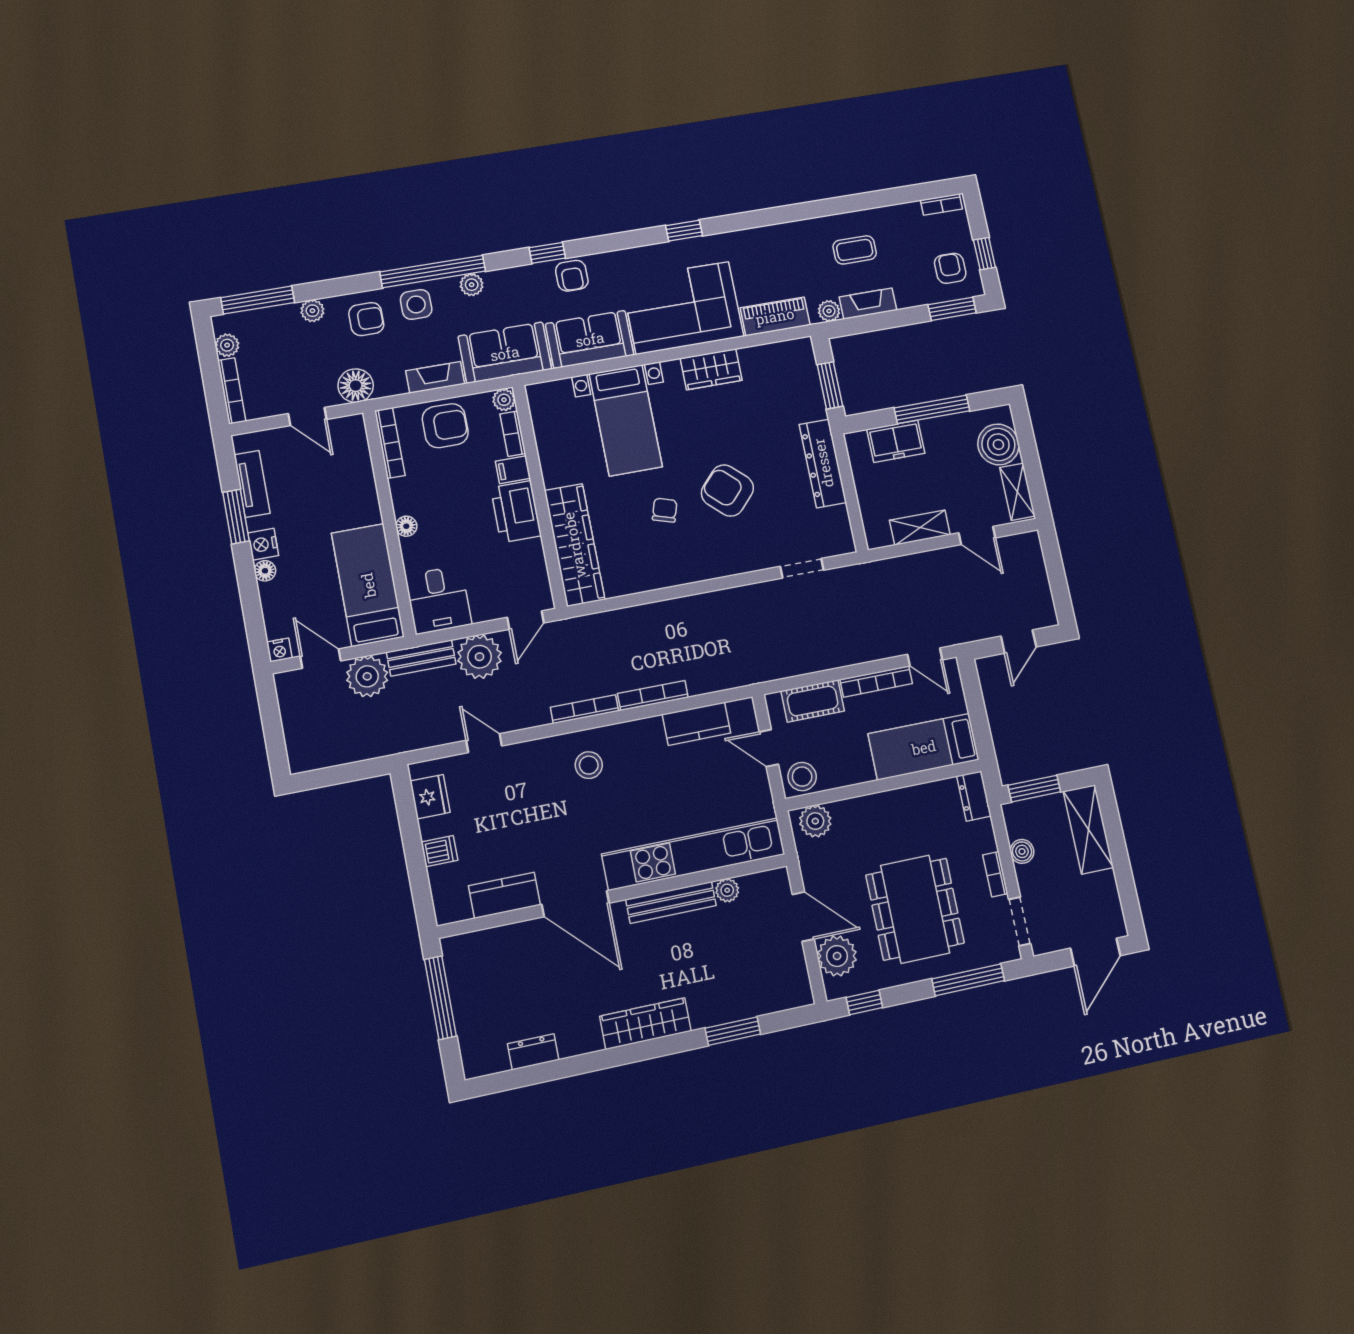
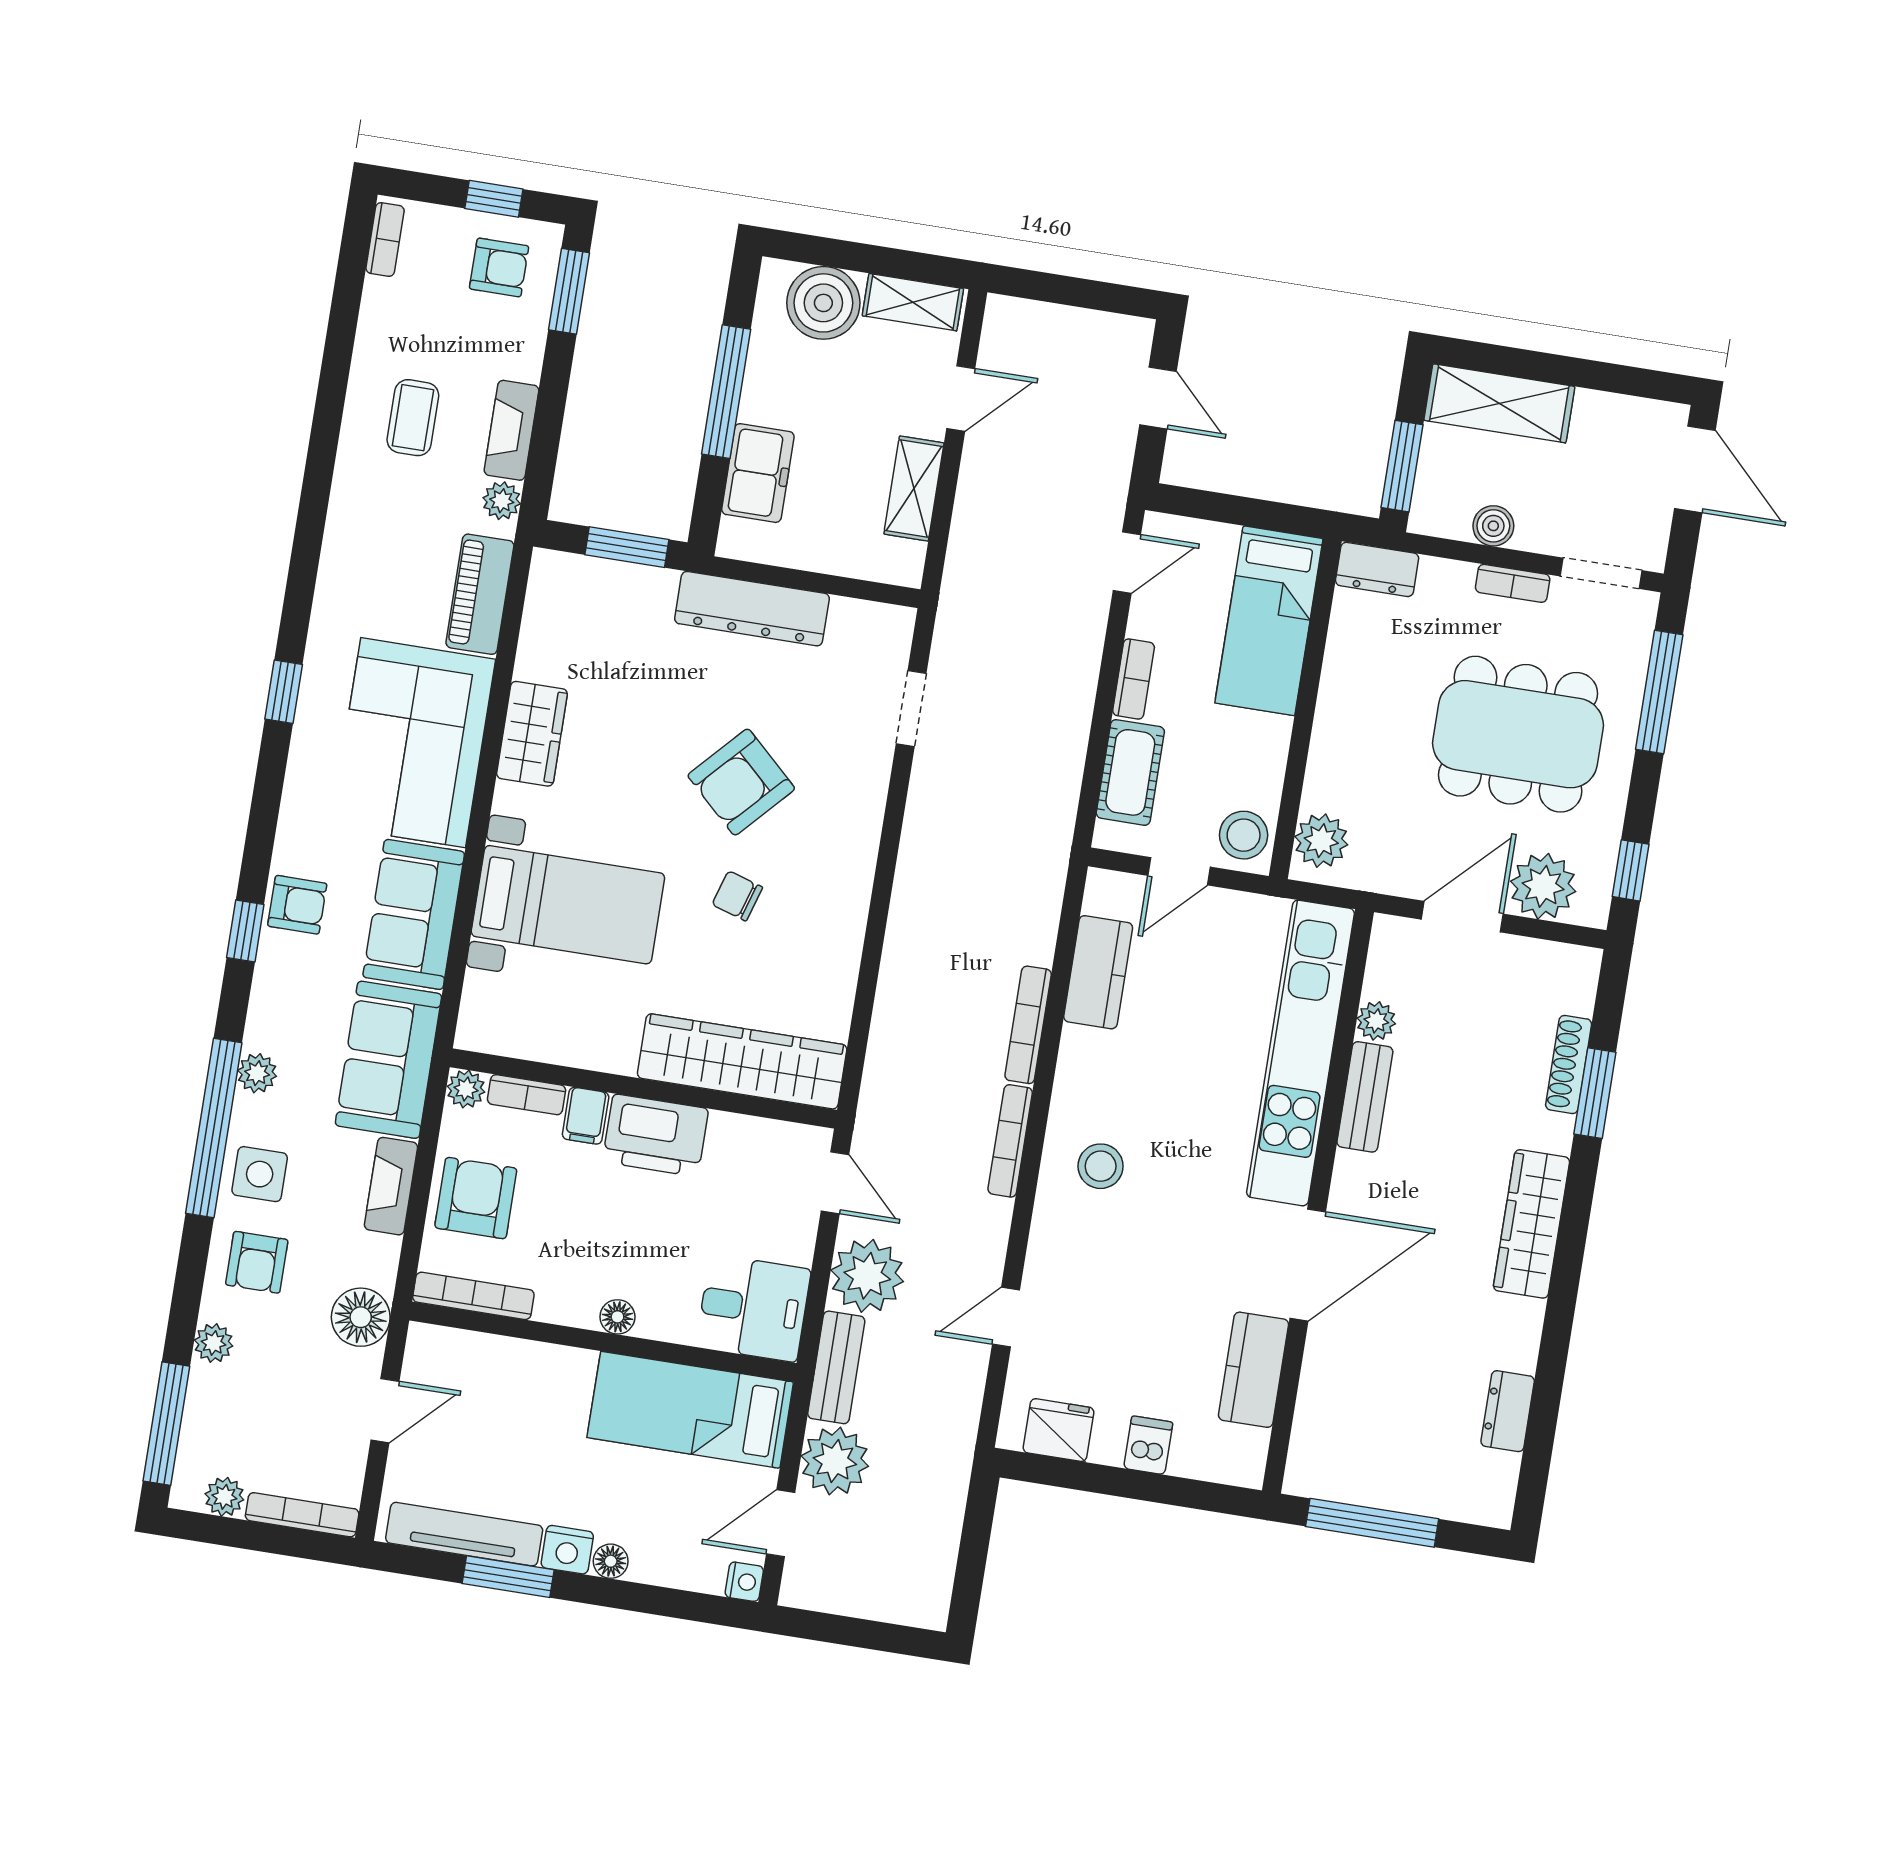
armchair: (950, 268) -> (499, 267), turned 180
armchair: (366, 319) -> (257, 1262), turned 180
tv unit: (252, 484) -> (464, 1534), width x1.41
bookcase: (876, 682) -> (1134, 679), width x0.64
bench: (671, 902) -> (1365, 1097), width x0.73
shoe rack: (743, 1010) -> (1569, 1064), added

